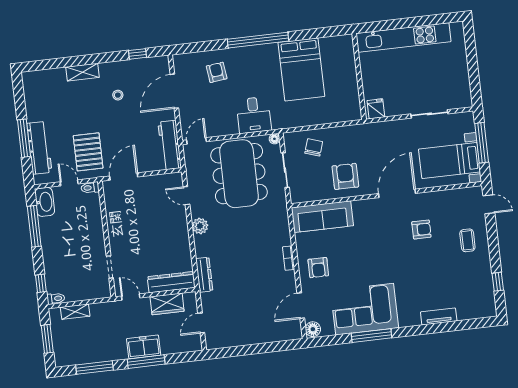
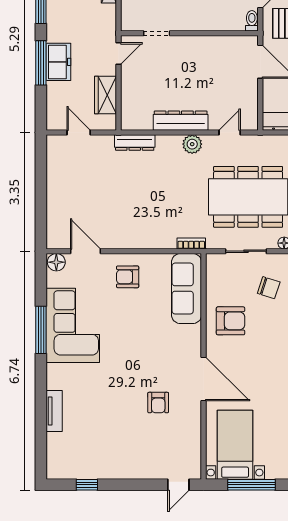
coffee table: (467, 240) -> (139, 455), removed
bookcase: (289, 258) -> (191, 243), moved
dresser: (171, 282) -> (181, 121), moved, turned -90

